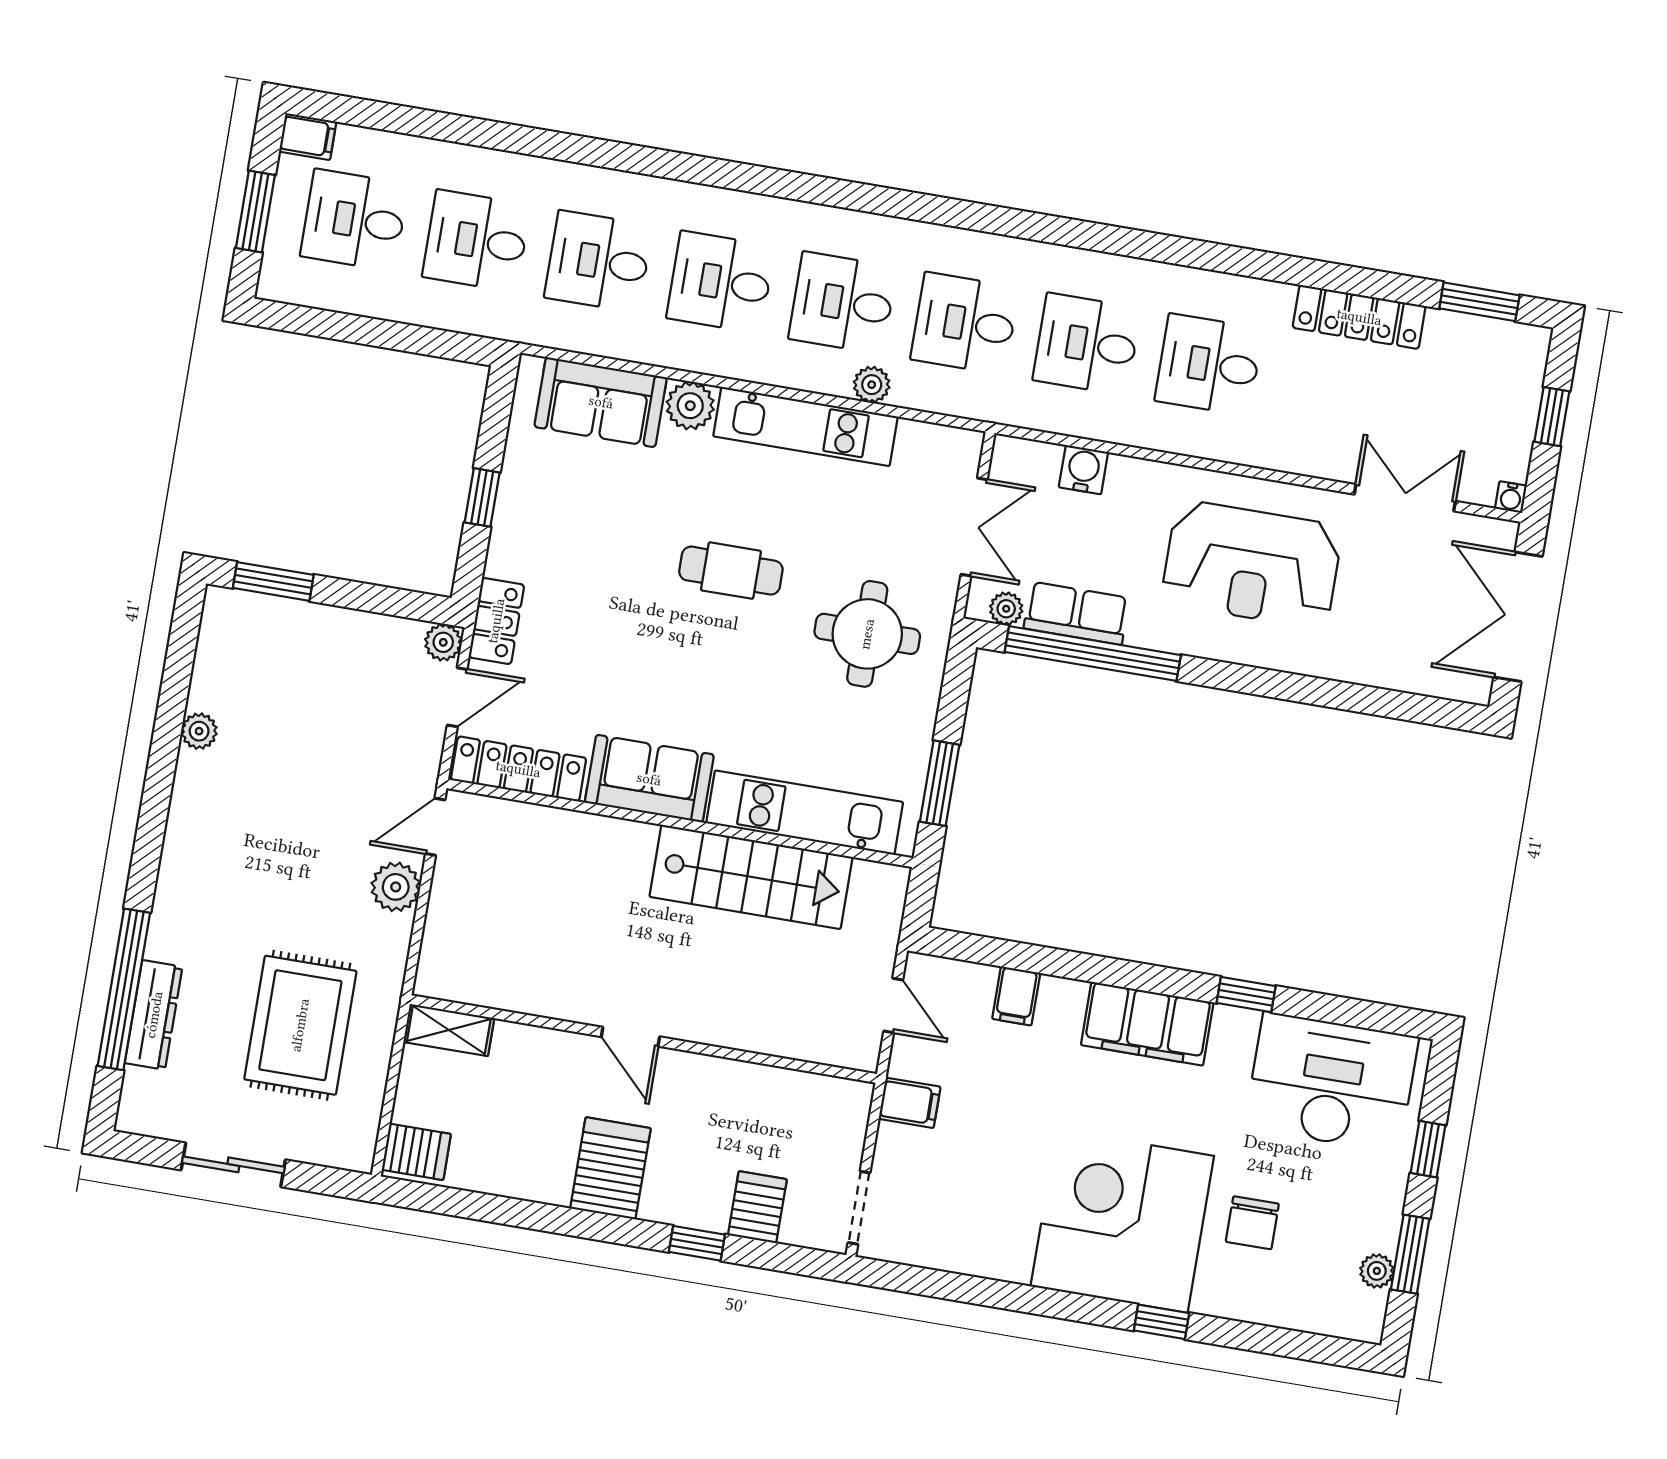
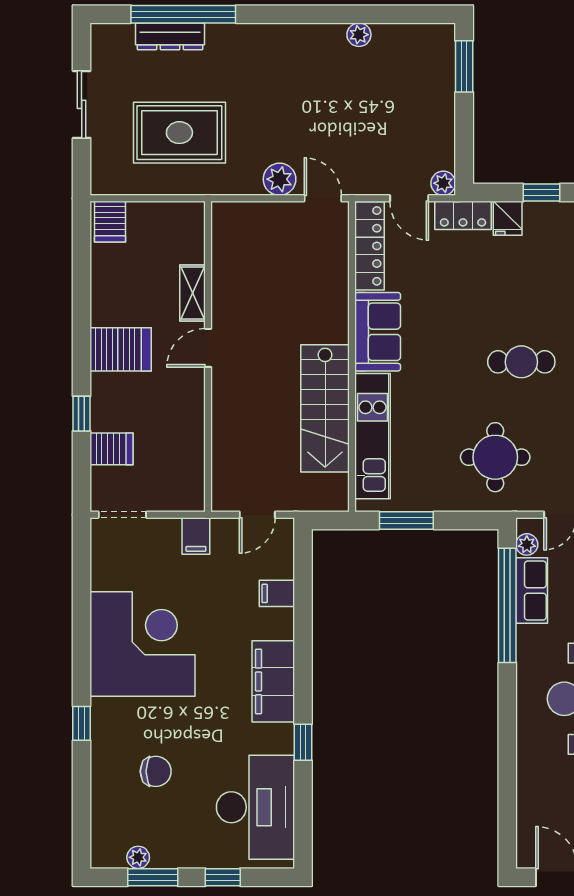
fridge: (512, 555) -> (508, 218), added
cafe table: (731, 571) -> (521, 362), turned 90
shelving: (449, 1030) -> (193, 293), moved
corner desk: (1122, 1221) -> (143, 644), moved
chair: (1252, 1223) -> (156, 771), turned 180

